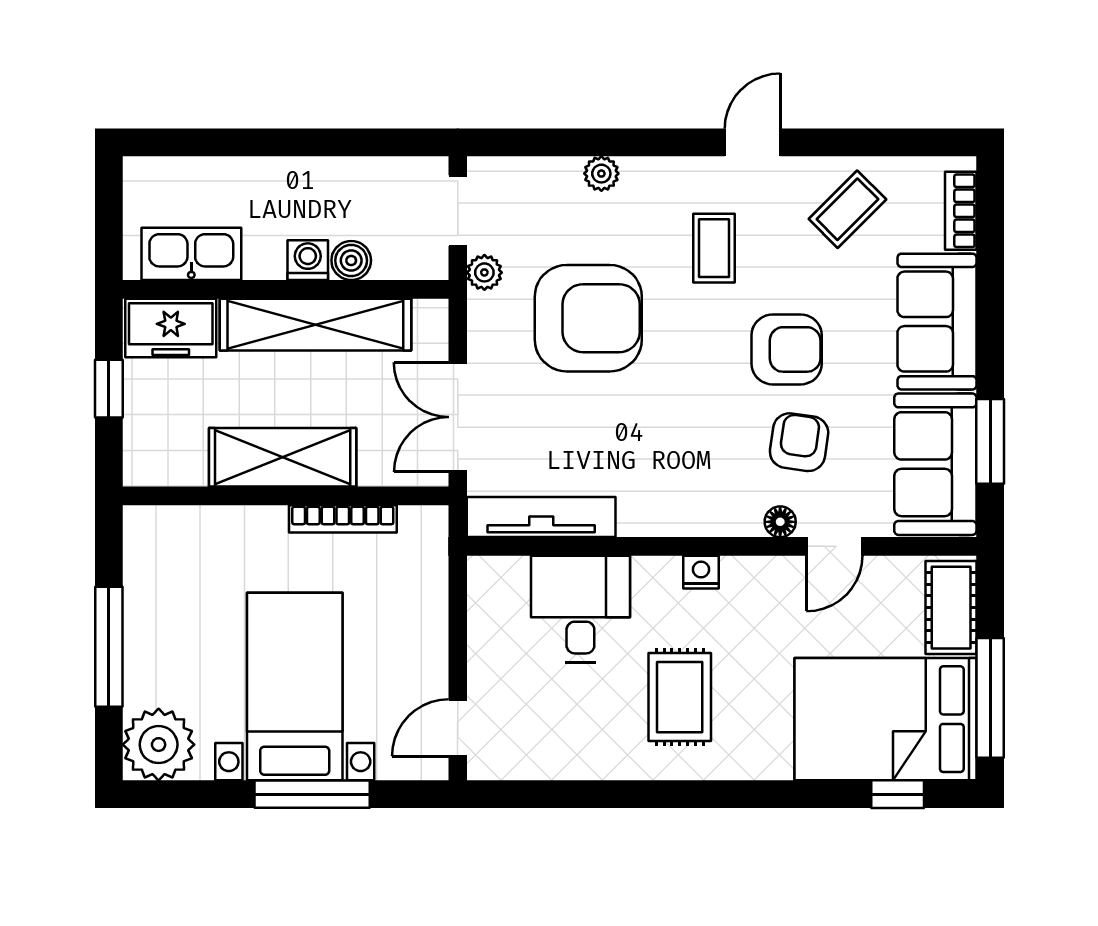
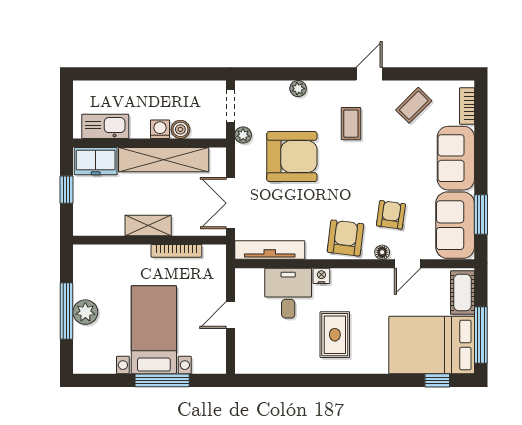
armchair: (787, 349) -> (345, 238), moved, turned -83
shelving: (283, 457) -> (148, 225), width x0.67, depth x0.75
nightstand: (701, 572) -> (321, 276), moved
door: (458, 728) -> (231, 315), moved
plant: (159, 745) -> (85, 312), moved, width x0.73, depth x0.73

